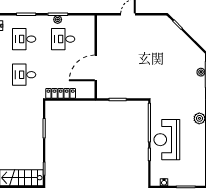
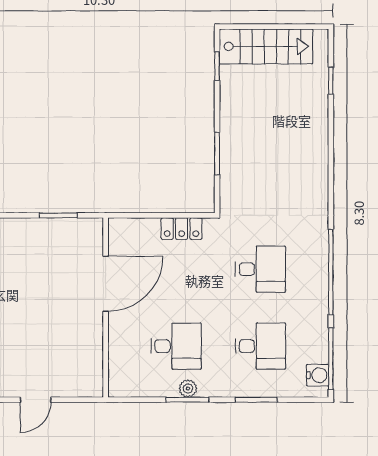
locker: (61, 93) -> (182, 229), width x0.66

